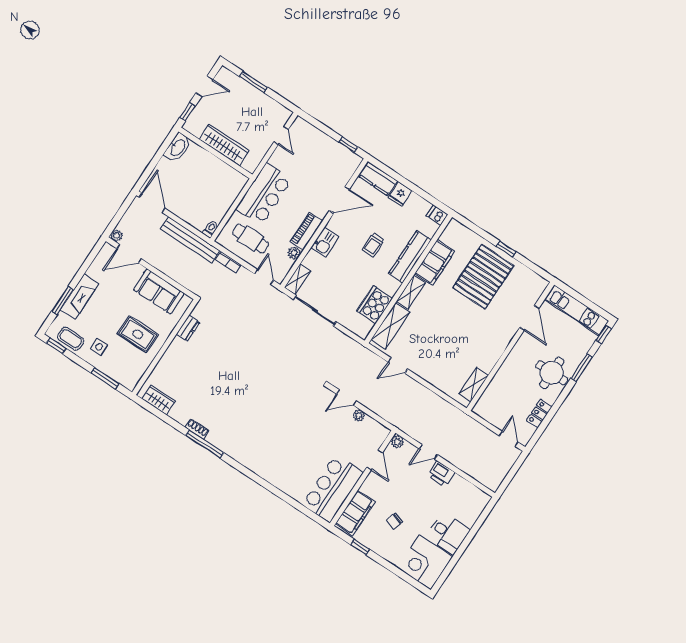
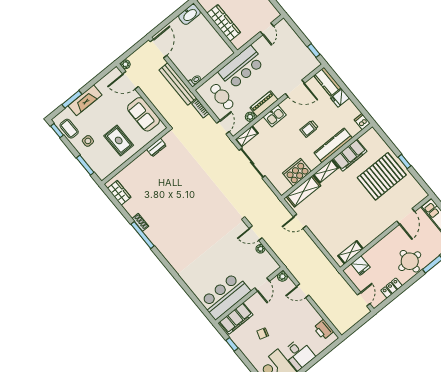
fridge: (491, 397) -> (361, 265), added
printer: (441, 474) -> (323, 330), moved

